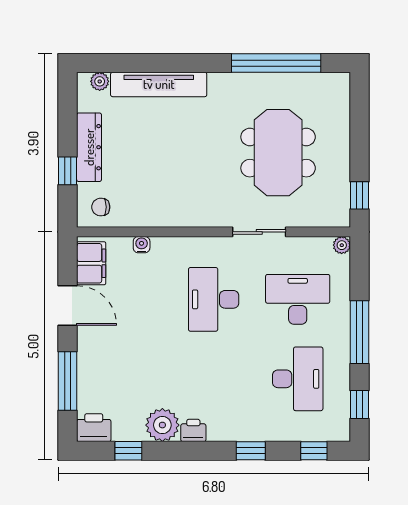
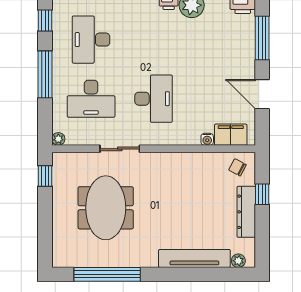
chair: (101, 207) -> (237, 167), turned -152
filing cabinet: (91, 263) -> (231, 135), moved, turned 90

